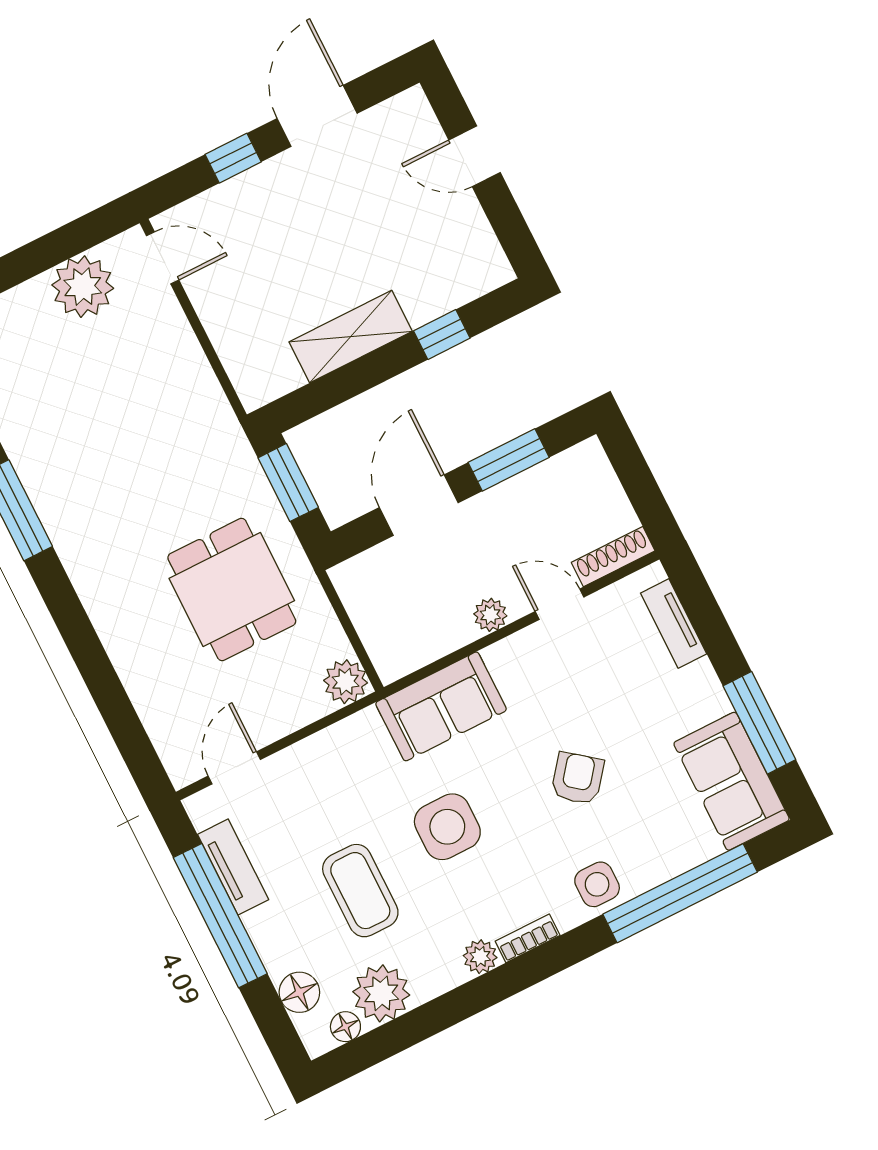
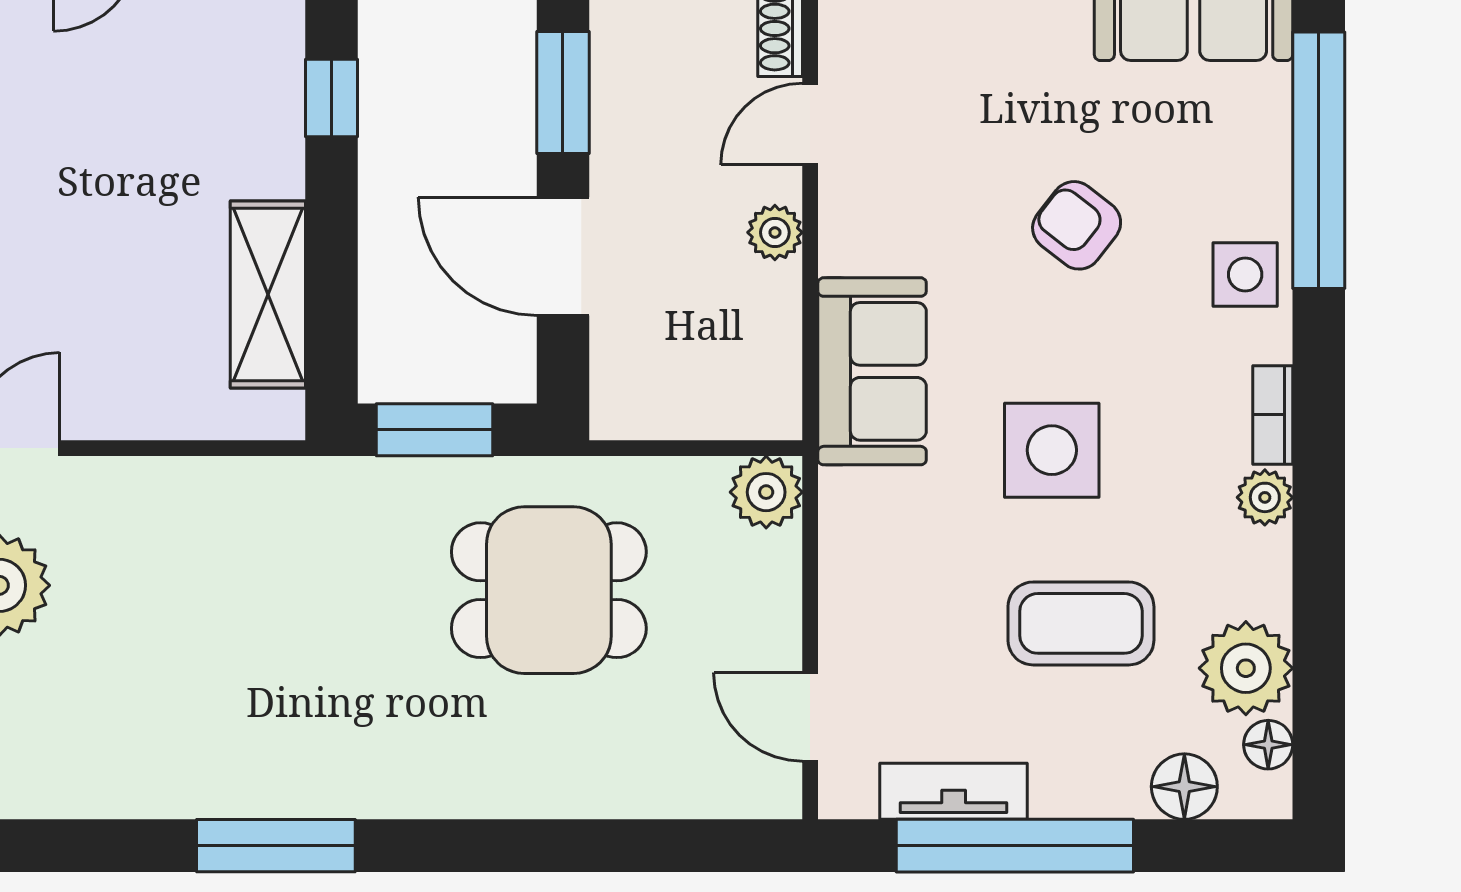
shelving: (351, 337) -> (268, 295), moved

